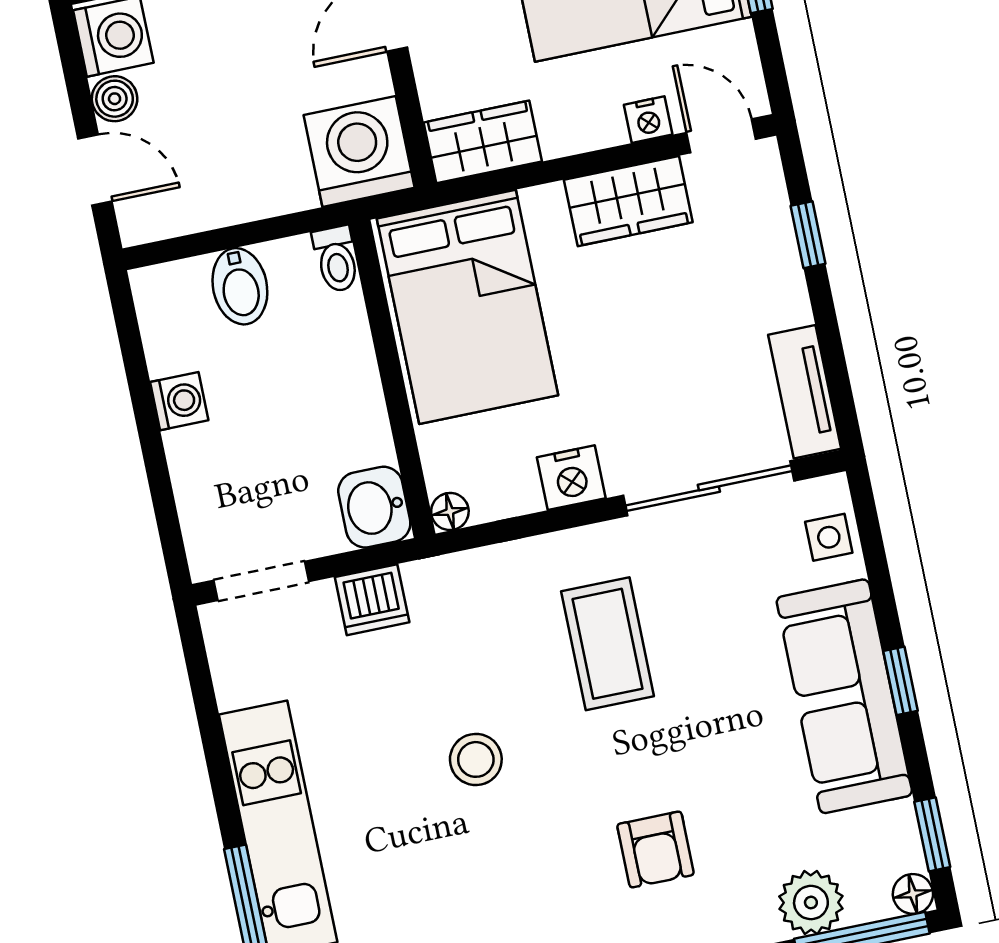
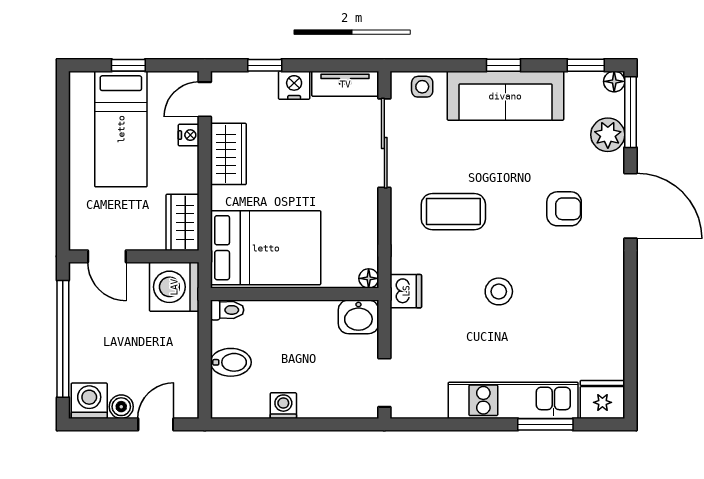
nightstand: (571, 478) -> (294, 85), moved, turned -90
dishwasher: (372, 600) -> (406, 291), moved

